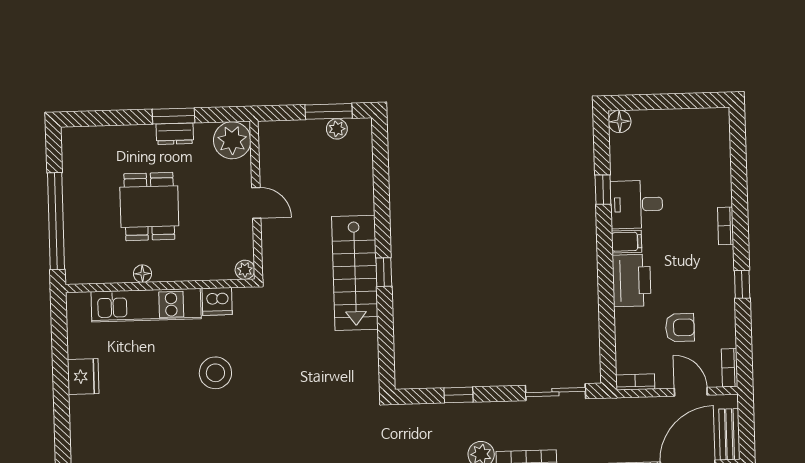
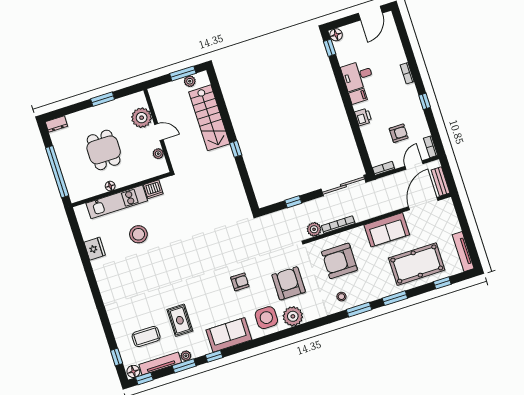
door: (691, 101) -> (370, 13), added
dresser: (175, 134) -> (56, 124), moved
plant: (232, 140) -> (142, 118), moved
window: (603, 190) -> (330, 48), moved
plant: (245, 270) -> (158, 154), moved
stairs: (355, 273) -> (209, 118), moved
printer: (632, 280) -> (363, 117), width x0.53, depth x0.68
stool: (215, 373) -> (138, 234), moved
sliding door: (555, 392) -> (343, 186), width x1.37
door: (691, 392) -> (414, 165), hinge flipped

